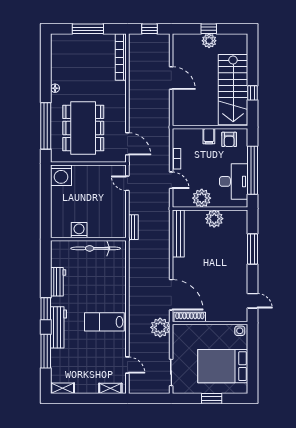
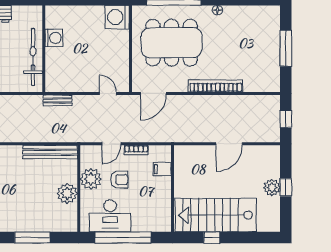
bookcase: (121, 57) -> (216, 86), moved
filing cabinet: (209, 136) -> (162, 169), moved
armchair: (229, 139) -> (119, 180), moved, turned 180
door: (127, 183) -> (108, 93), hinge flipped

